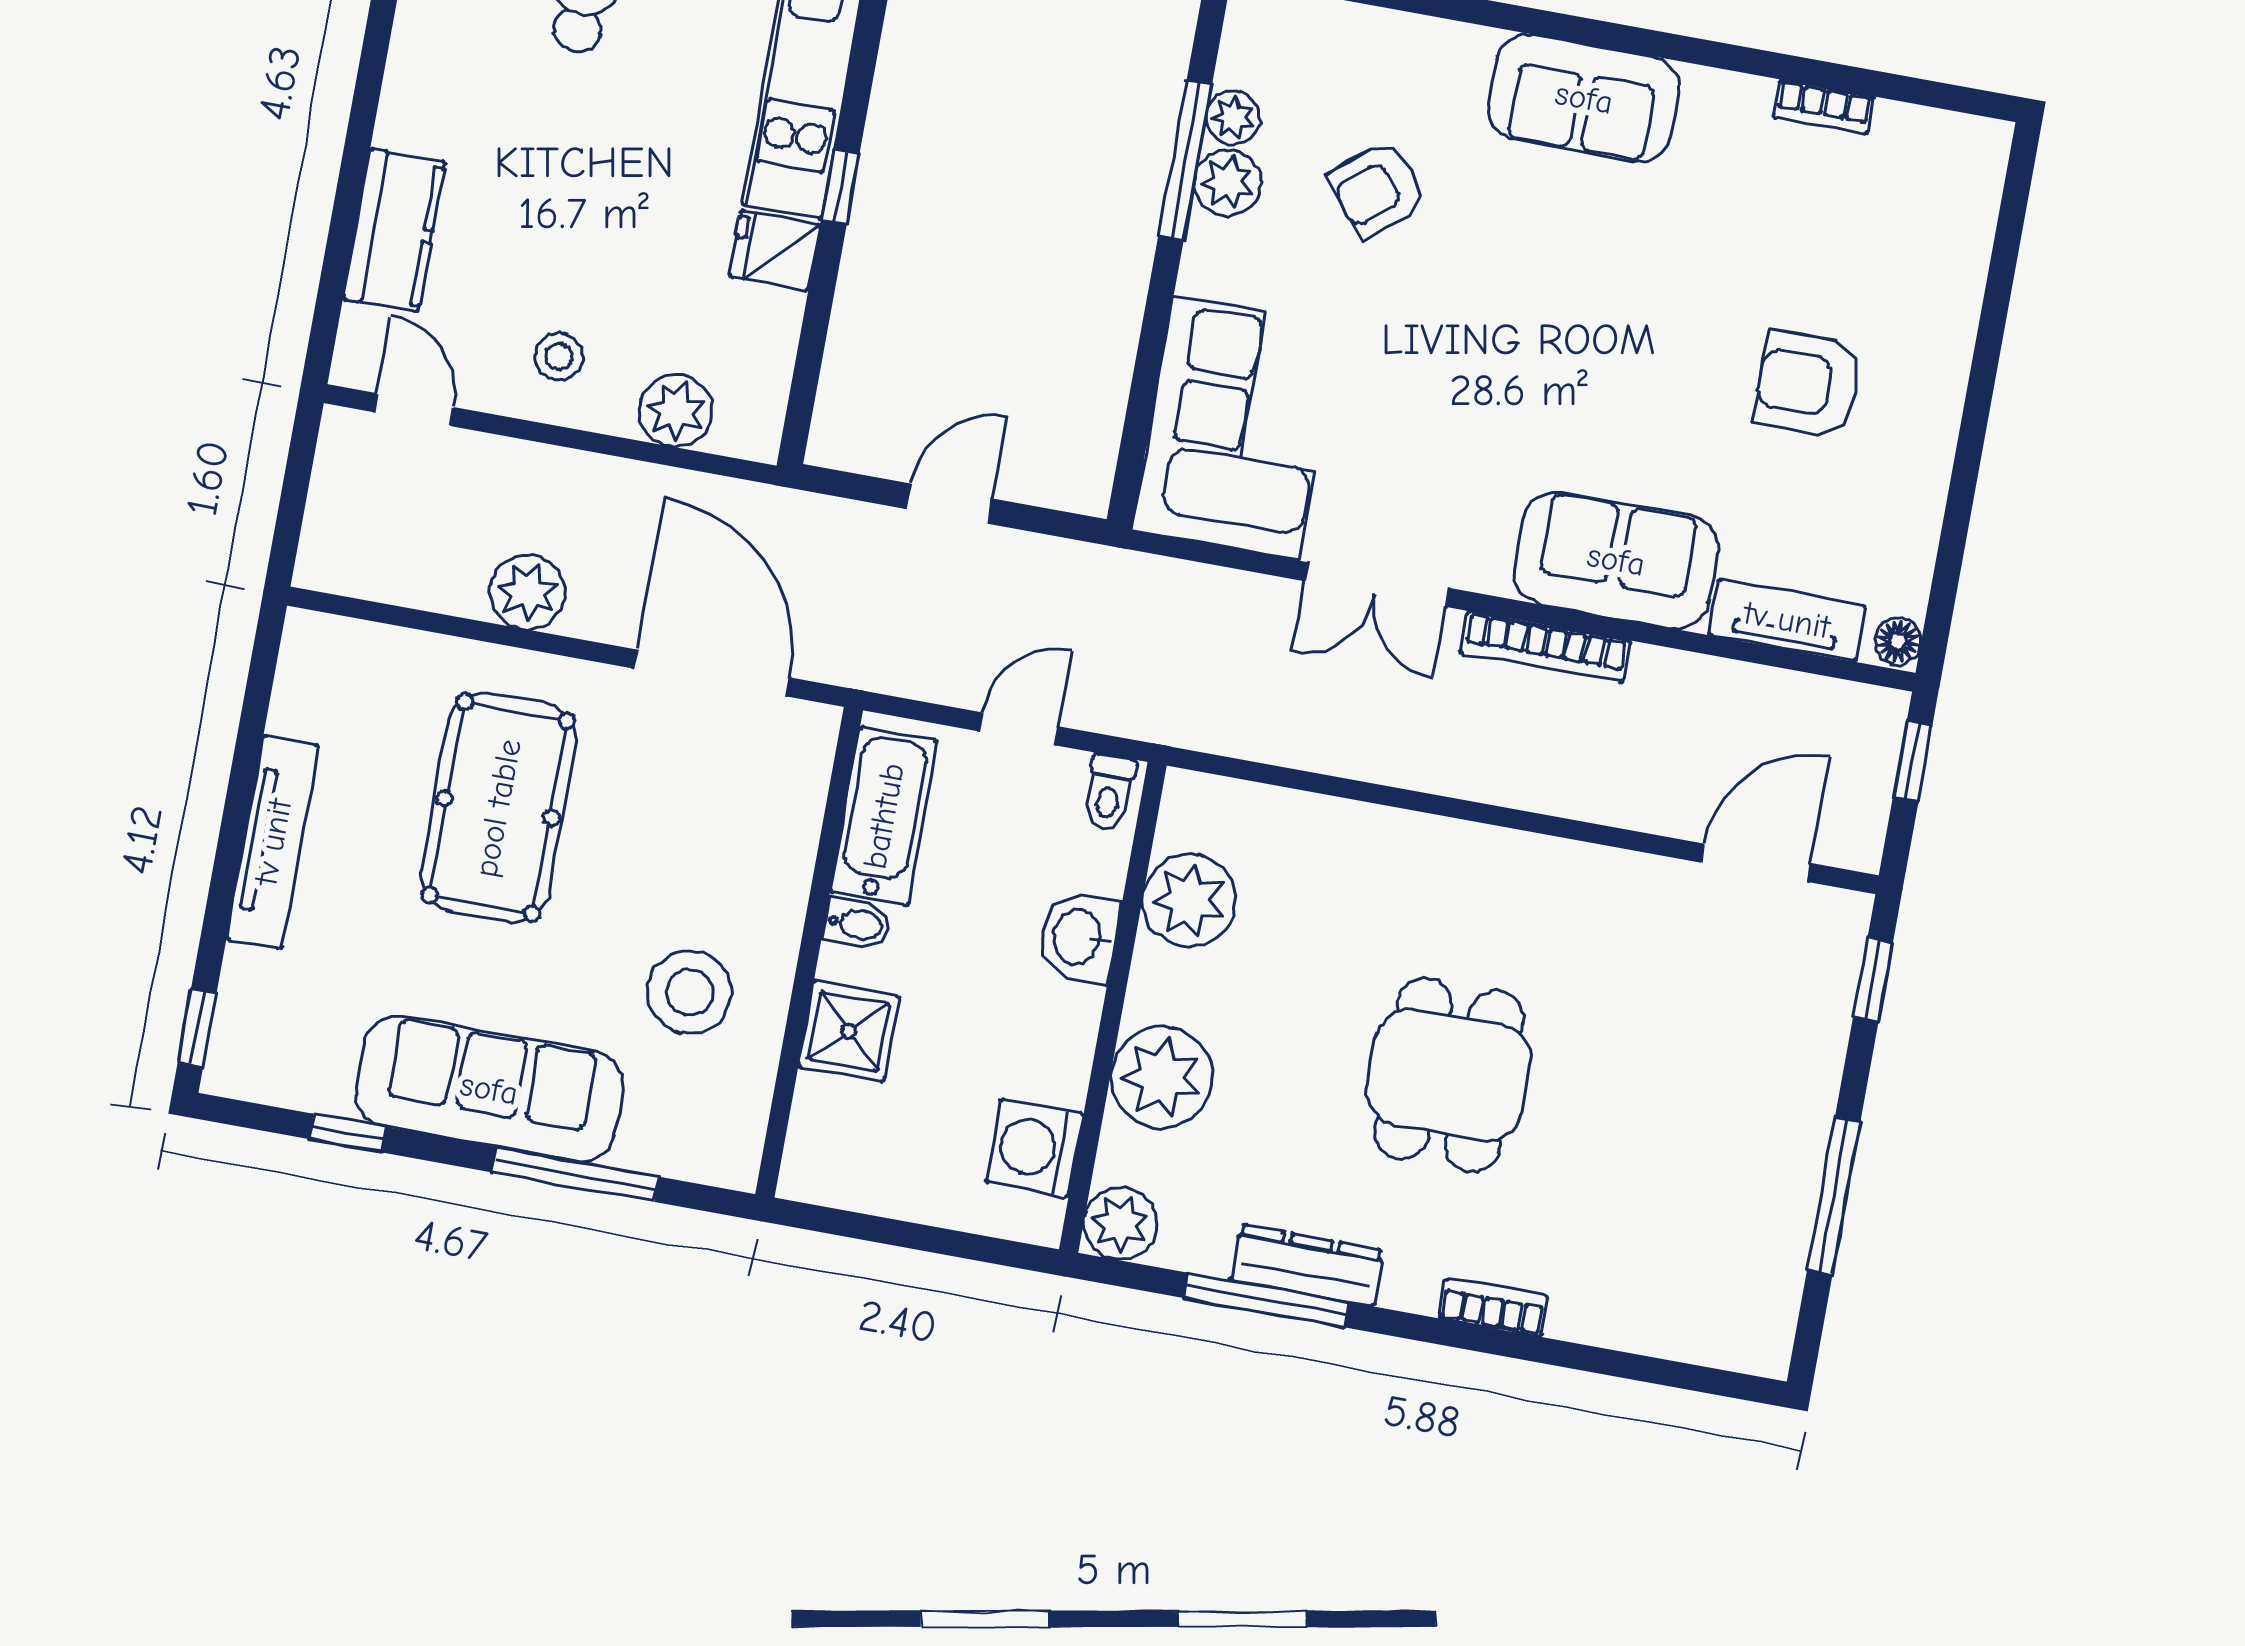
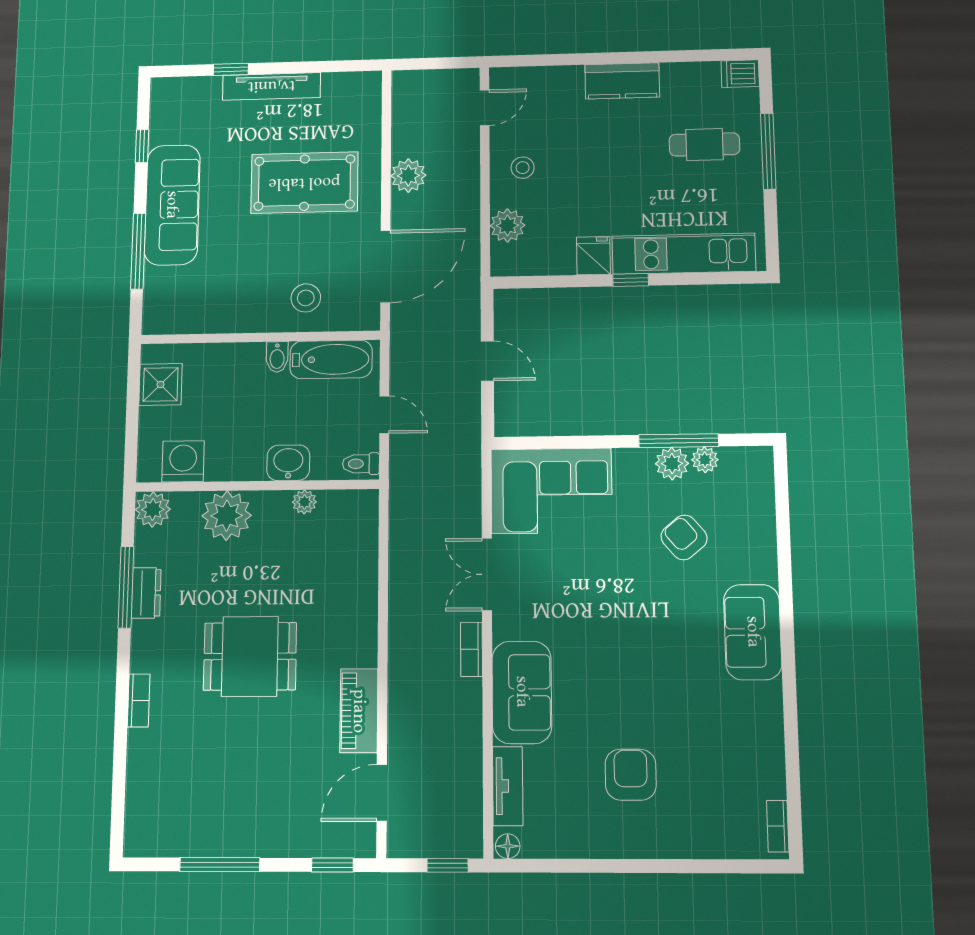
bookcase: (1823, 107) -> (778, 826), moved
kitchen counter: (394, 231) -> (622, 81), moved
bookcase: (1545, 647) -> (472, 649), width x0.64
door: (1756, 863) -> (382, 793), swing flipped
piano: (1593, 880) -> (359, 711), added
plant: (1189, 900) -> (304, 502), width x0.53, depth x0.53
stool: (689, 992) -> (306, 298), moved, width x0.73, depth x0.73
window: (197, 1028) -> (231, 69), moved
shower: (849, 1031) -> (160, 384), moved
dresser: (1307, 1265) -> (146, 593), width x0.70

